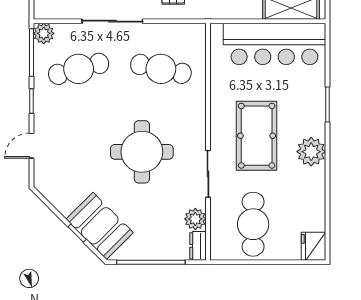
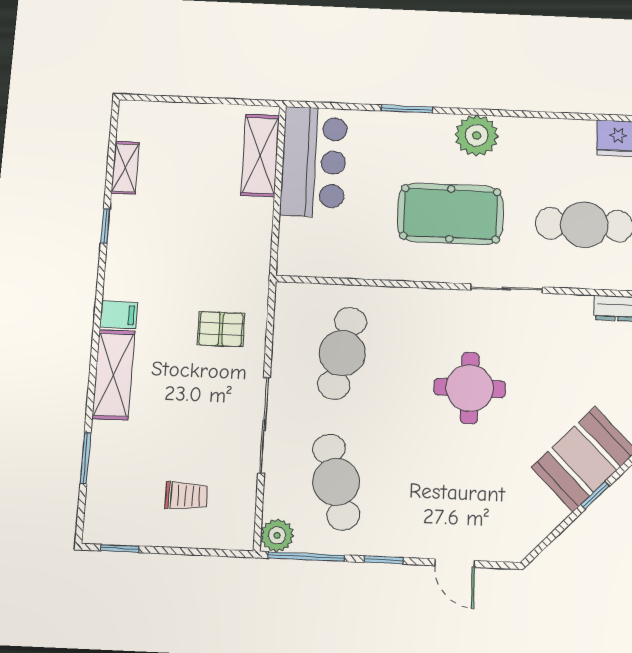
bar counter: (274, 44) -> (314, 162), width x0.73
round table: (142, 152) -> (470, 388), width x0.73, depth x0.73
plant: (195, 219) -> (575, 311), removed

